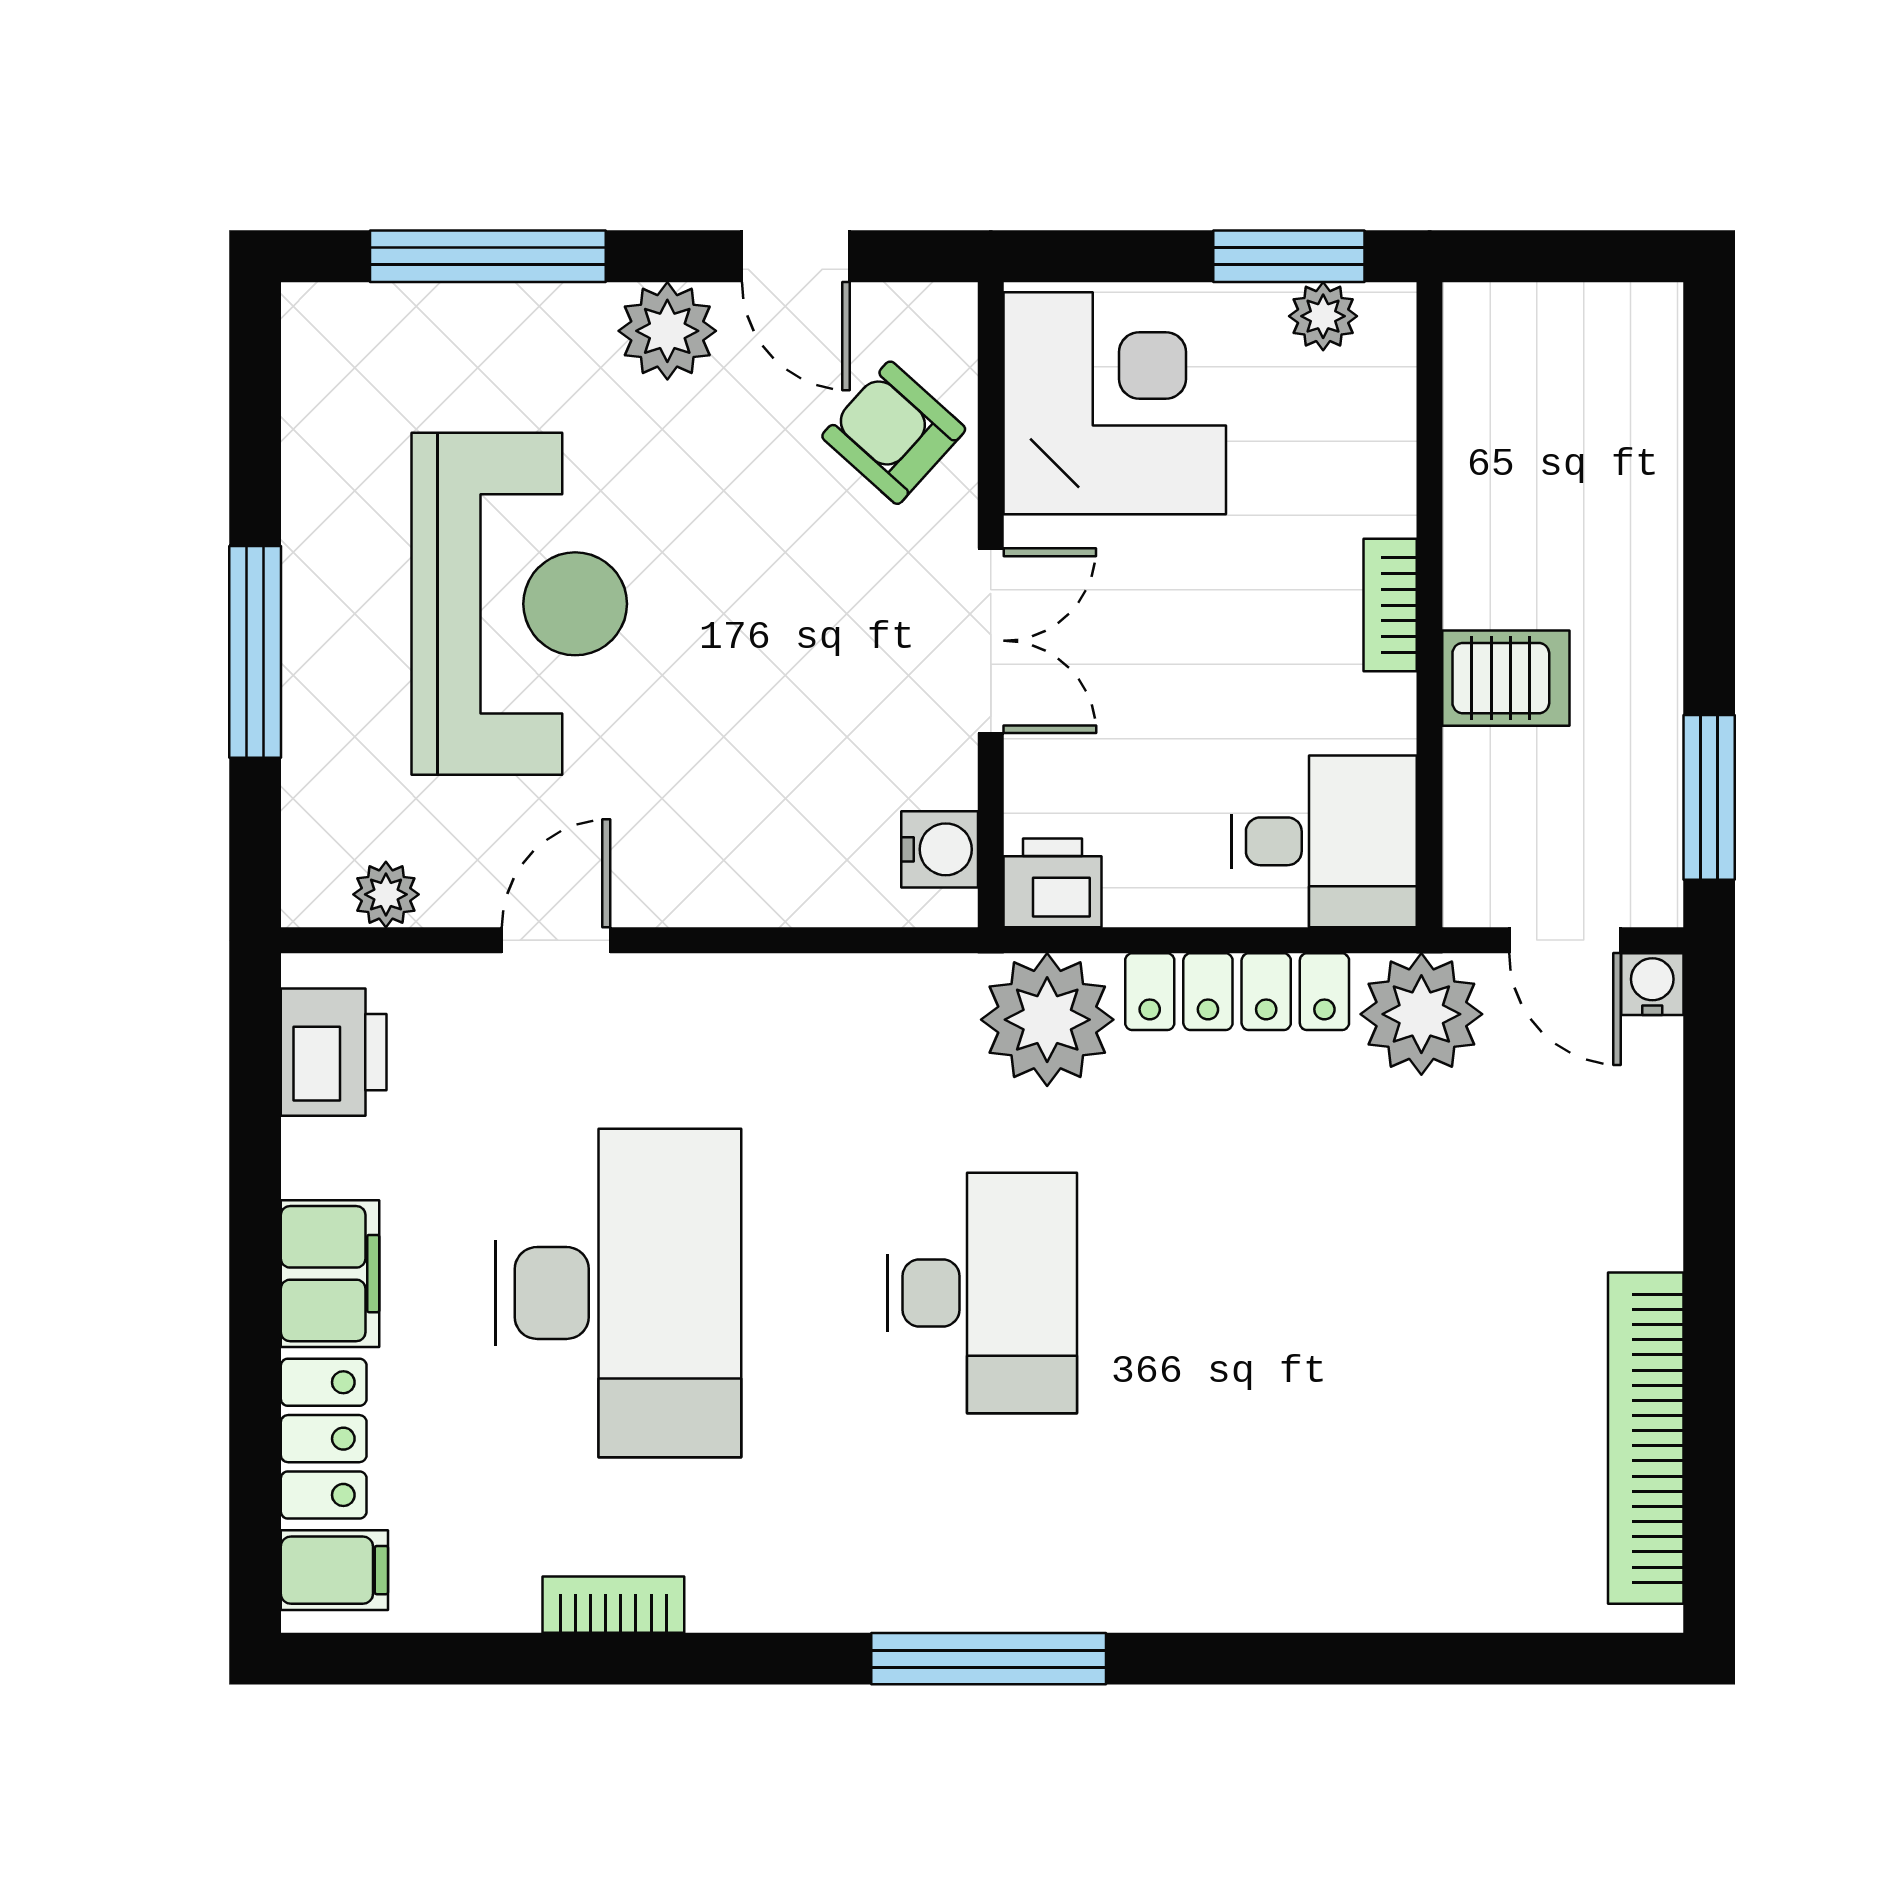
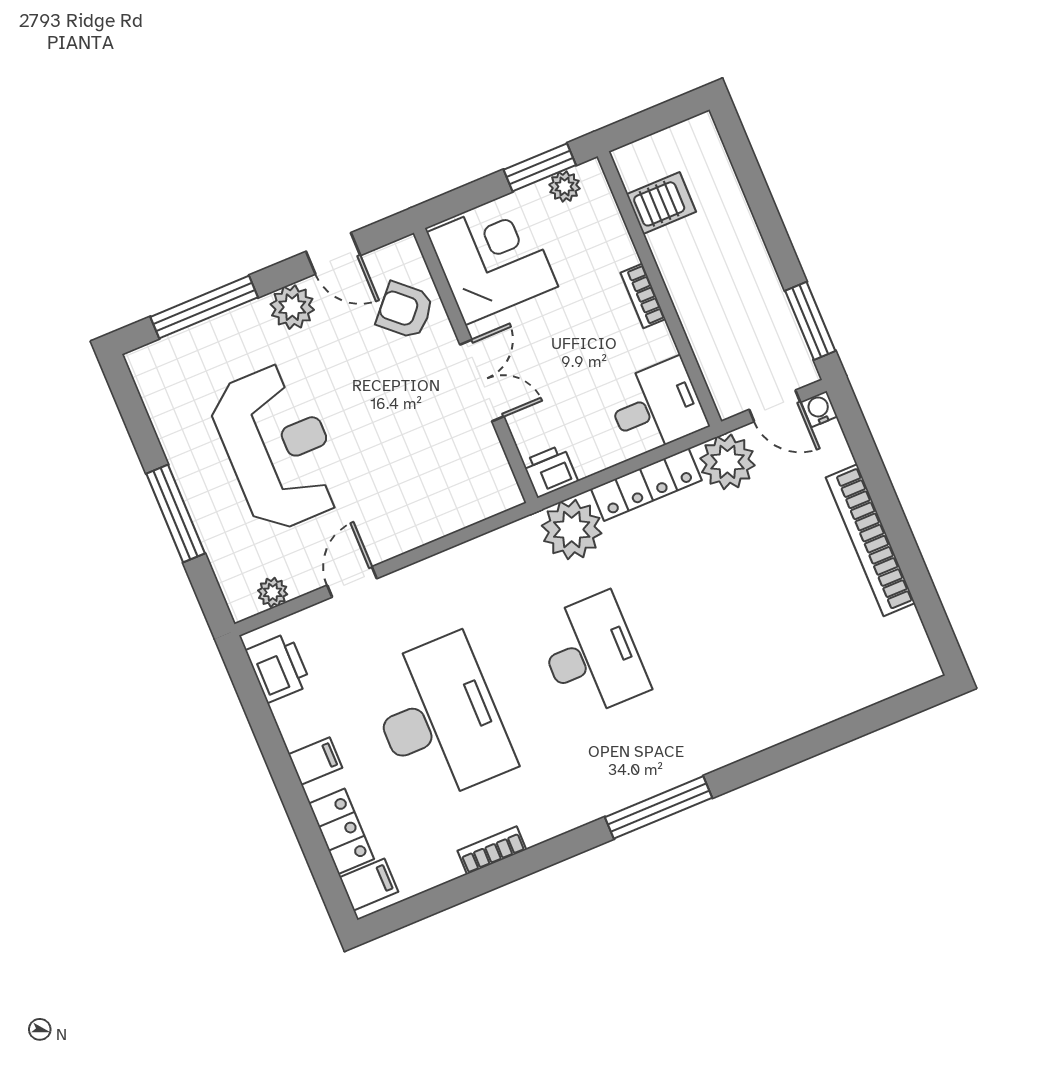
server rack: (1506, 678) -> (661, 203), moved
water cooler: (940, 849) -> (497, 477), removed
filing cabinet: (330, 1274) -> (315, 761), width x0.50
bookcase: (1646, 1438) -> (870, 540), moved

